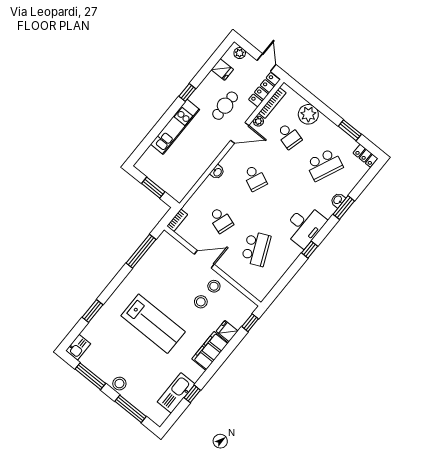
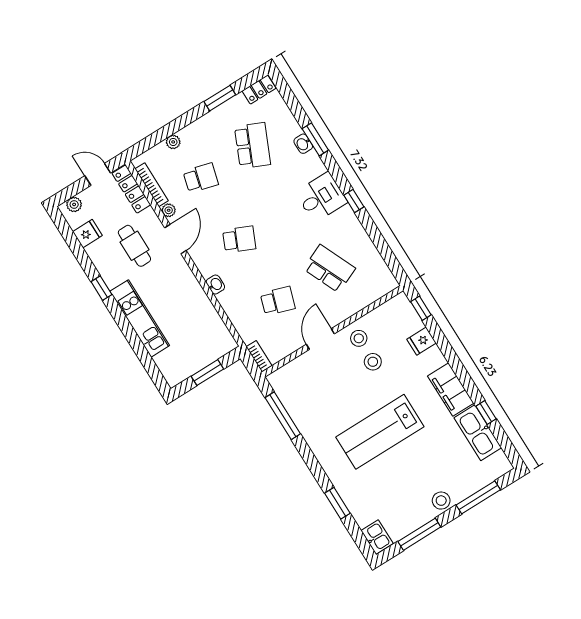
plant: (308, 114) -> (173, 142), width x0.53, depth x0.53
desk: (304, 226) -> (321, 197), width x0.73
lab bench: (153, 324) -> (380, 432), turned 180
filing cabinet: (210, 351) -> (451, 390), moved

